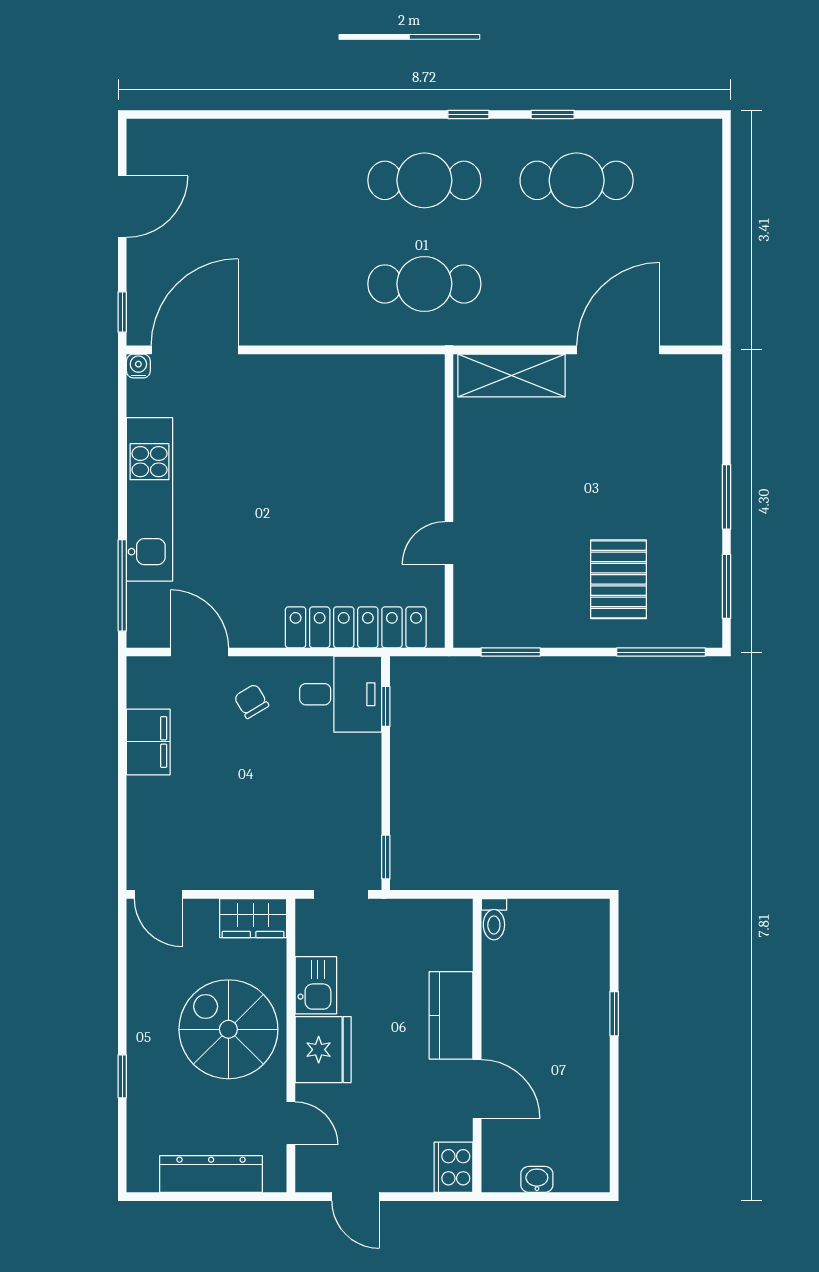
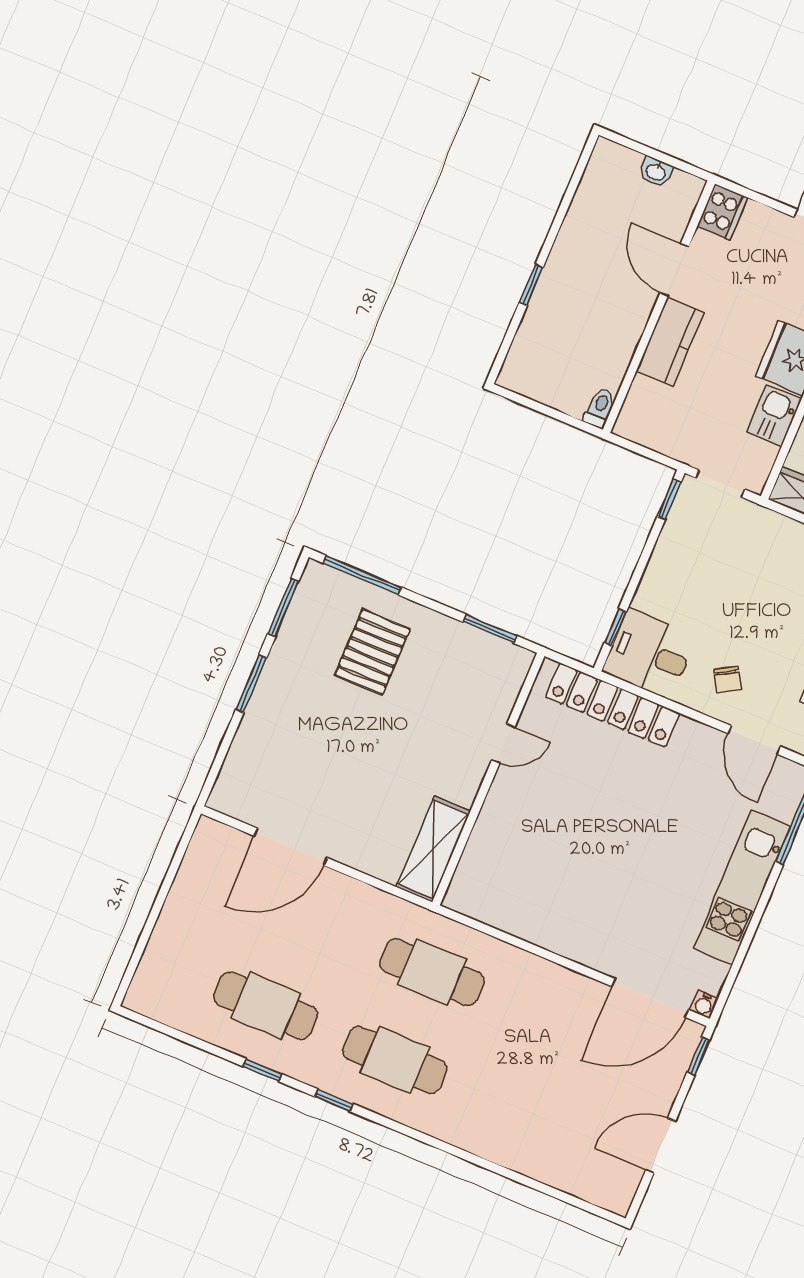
shelving: (511, 376) -> (433, 849), moved, turned 90

